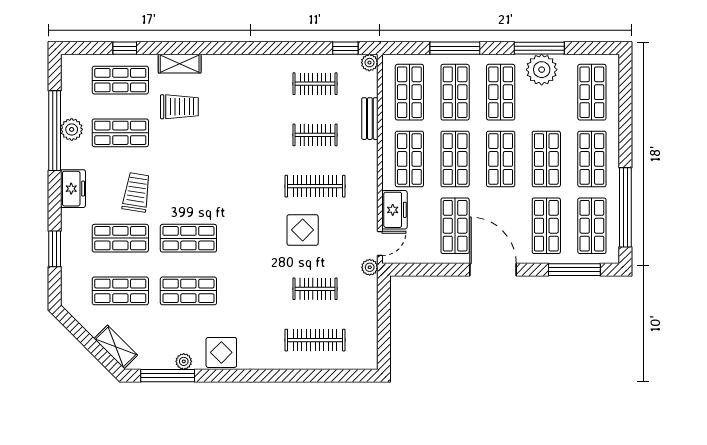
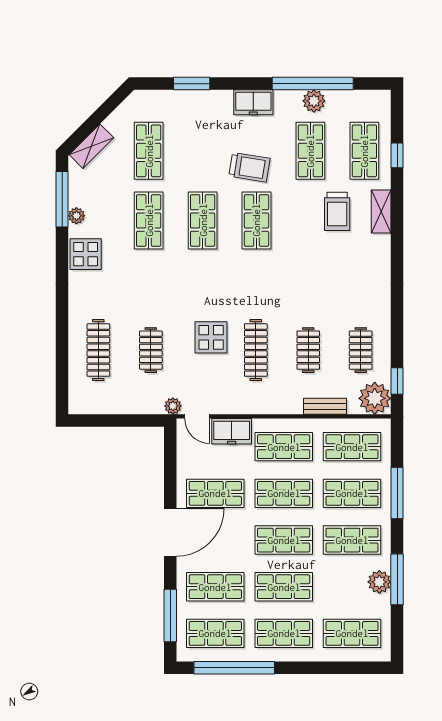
plant: (369, 63) -> (375, 398), width x1.87, depth x1.87
plant: (542, 70) -> (379, 582), width x0.73, depth x0.73
shop shelf: (120, 238) -> (256, 220), moved

